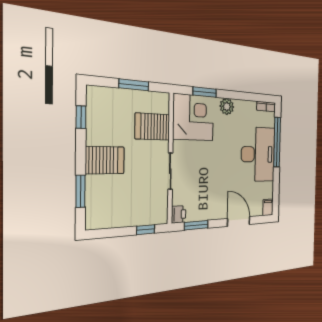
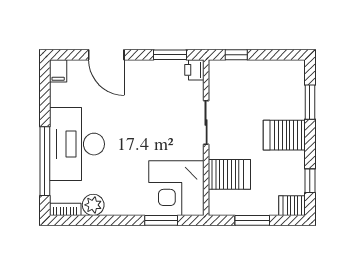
server rack: (98, 95) -> (292, 206), added
plant: (227, 106) -> (93, 205), moved

